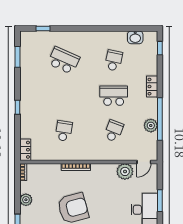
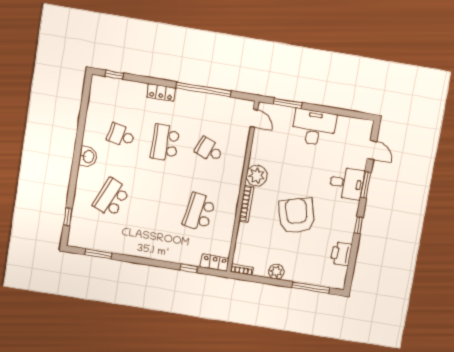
washbasin: (135, 37) -> (88, 157), moved
window: (17, 107) -> (189, 268), moved
plant: (151, 126) -> (210, 102), removed
school desk: (64, 131) -> (199, 212), width x1.85
plant: (125, 171) -> (257, 176), moved
window: (160, 201) -> (288, 103), moved

